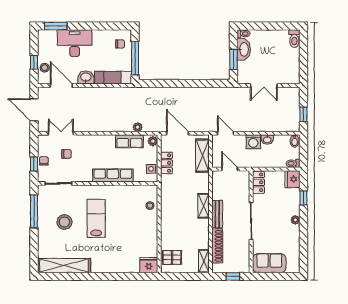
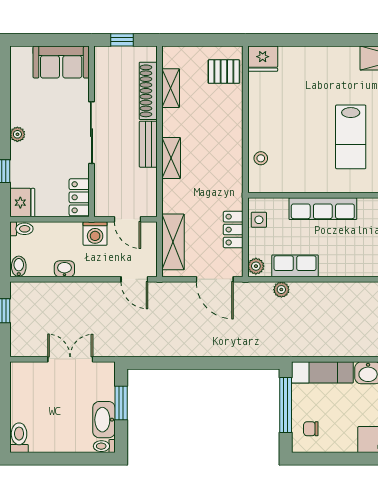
washing machine: (253, 142) -> (95, 234), moved, turned 180
shelving: (204, 261) -> (171, 88), moved

